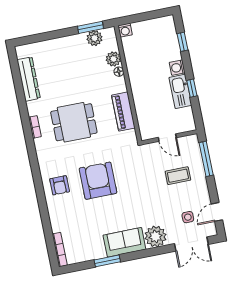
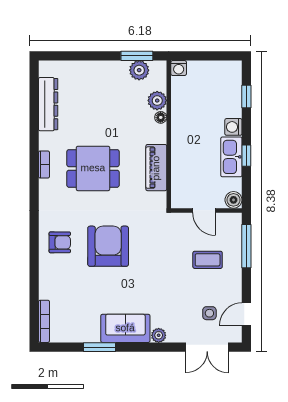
boiler: (189, 125) -> (233, 200), added
armchair: (60, 185) -> (60, 242), turned -90
plant: (156, 236) -> (159, 335), width x0.53, depth x0.53

